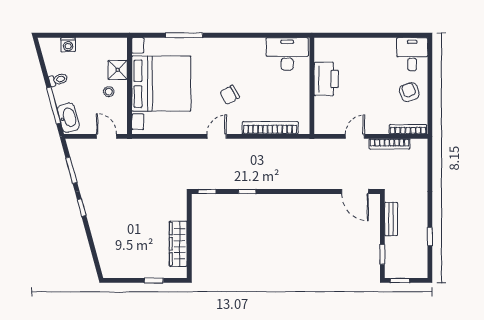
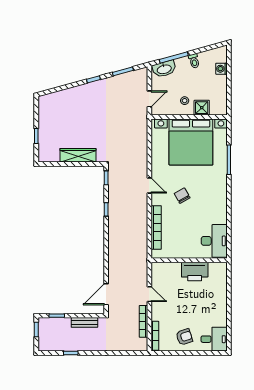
wardrobe: (178, 244) -> (78, 155), moved

